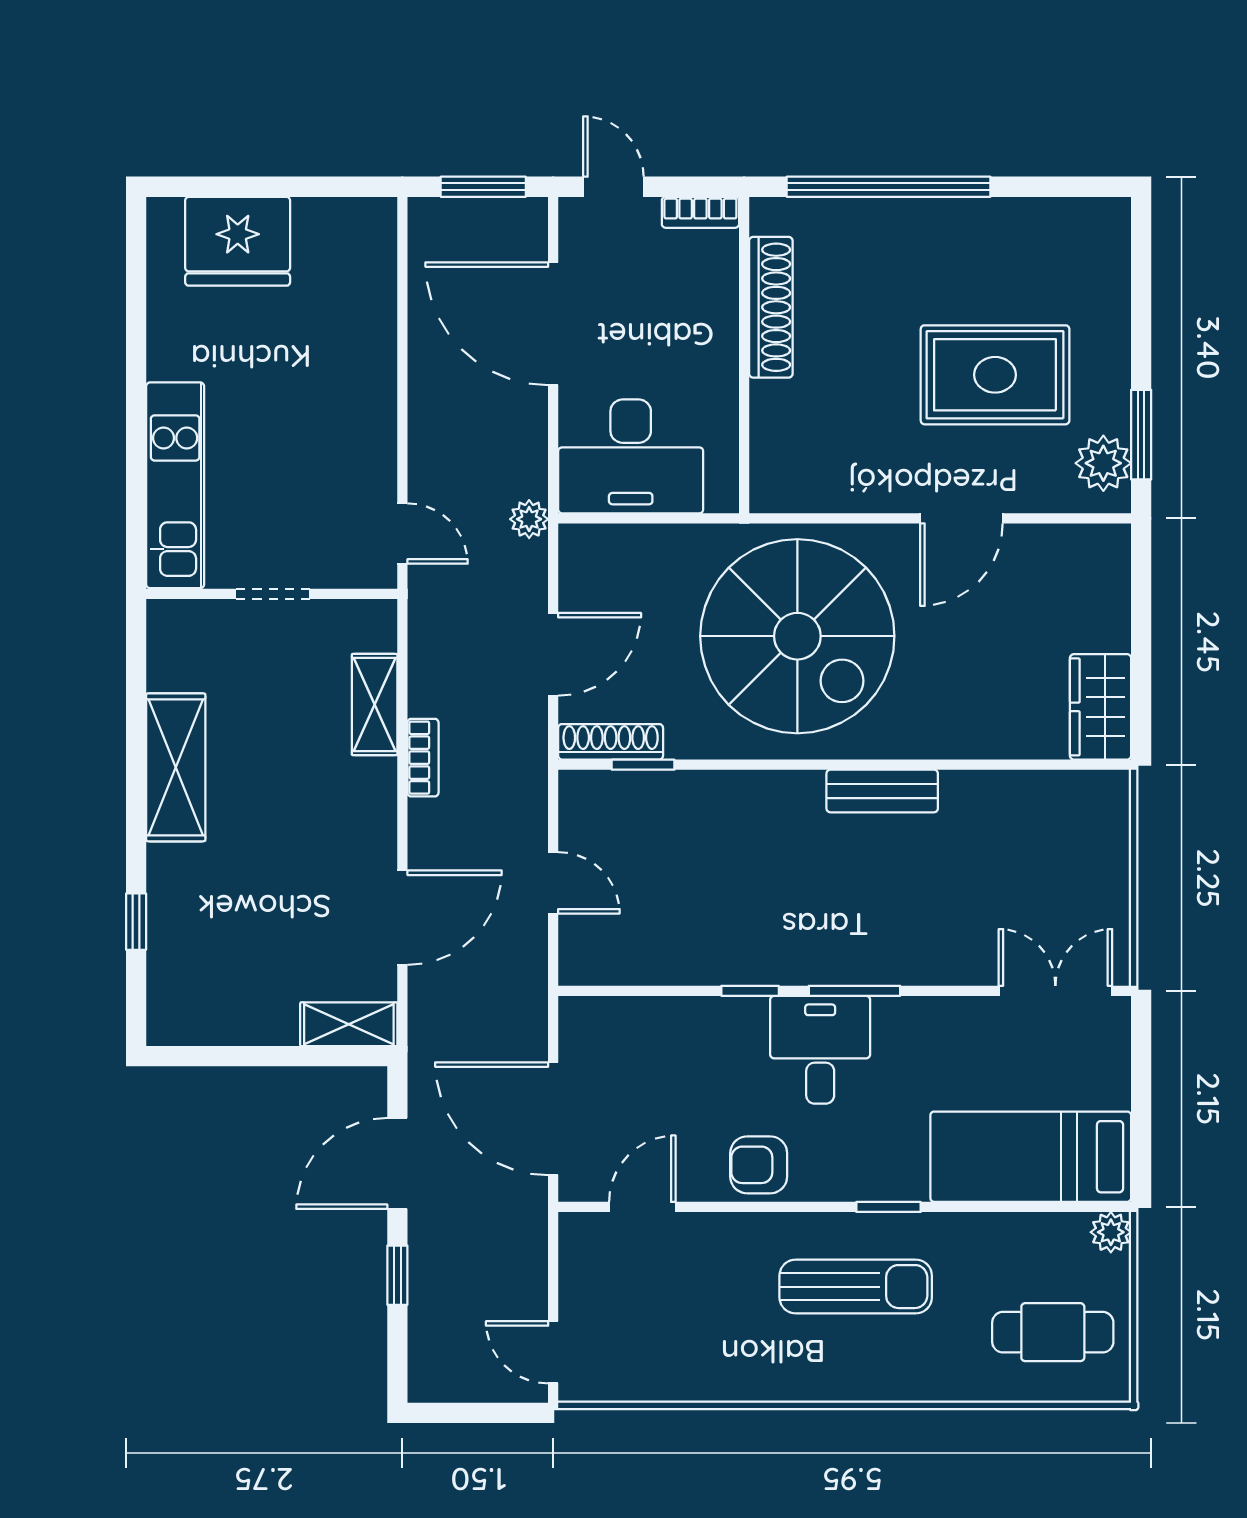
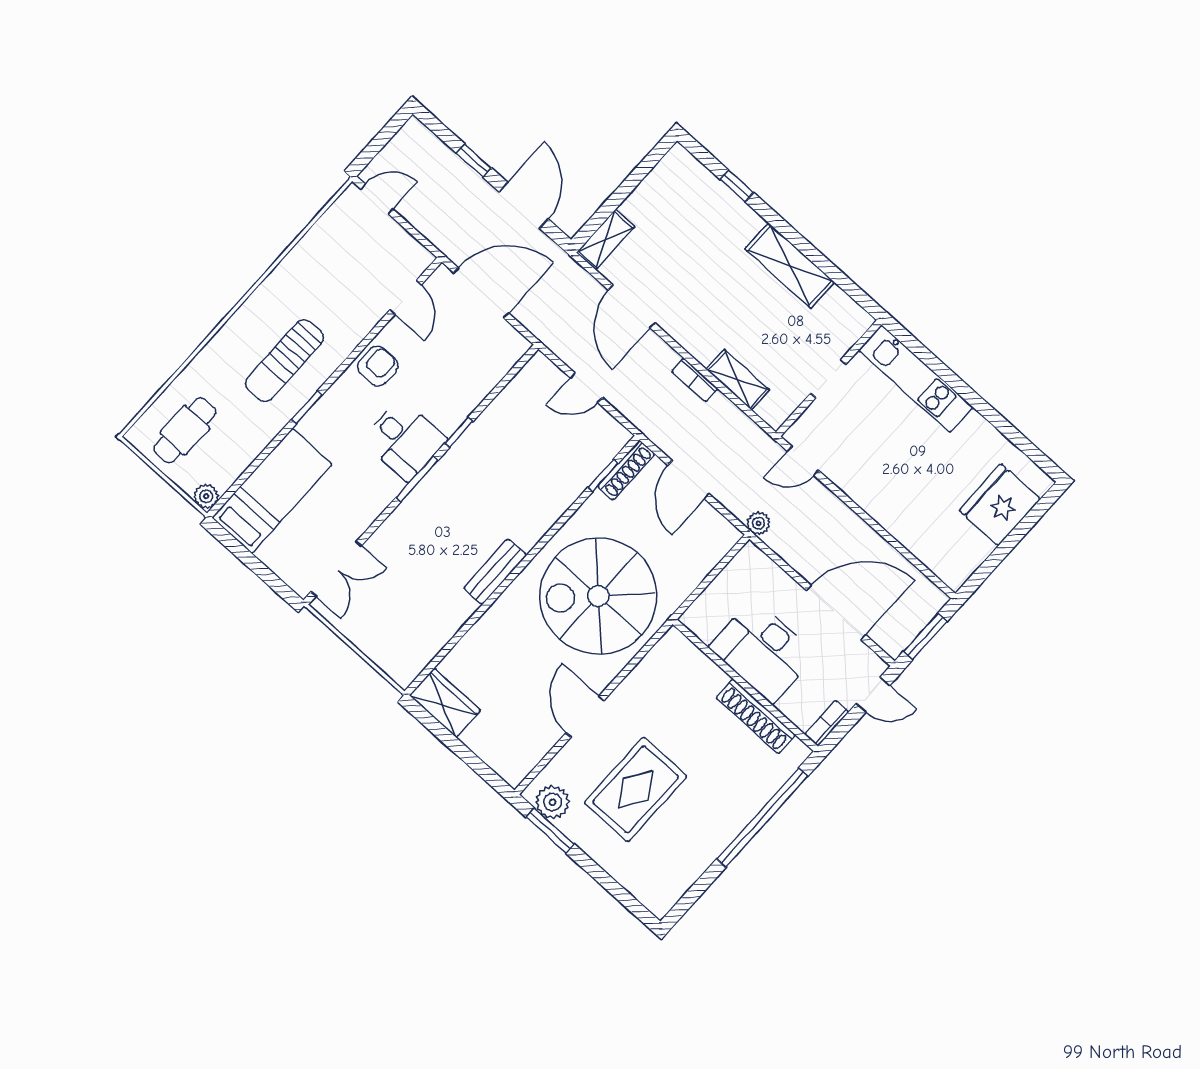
desk: (631, 456) -> (763, 651), moved, turned -90

